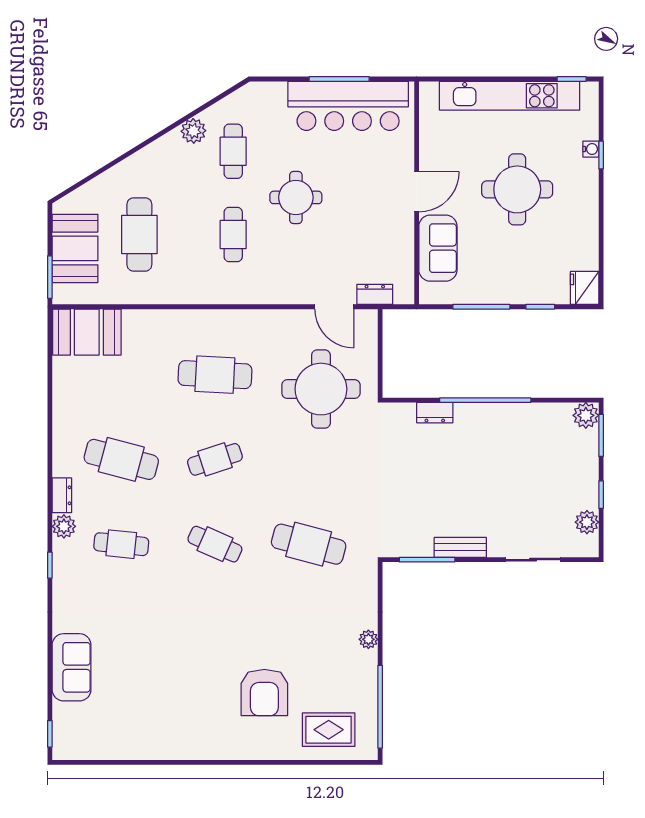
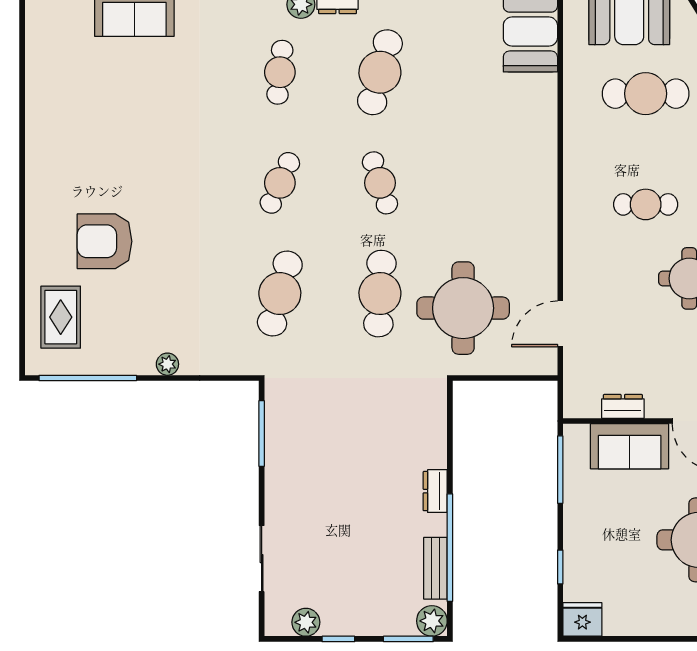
dresser: (375, 294) -> (623, 406), moved, turned -90
window: (481, 307) -> (560, 470), moved
cafe table: (215, 375) -> (380, 294), moved
window: (485, 400) -> (450, 548), moved
dresser: (435, 413) -> (435, 491), moved
bench: (460, 547) -> (435, 568), moved

